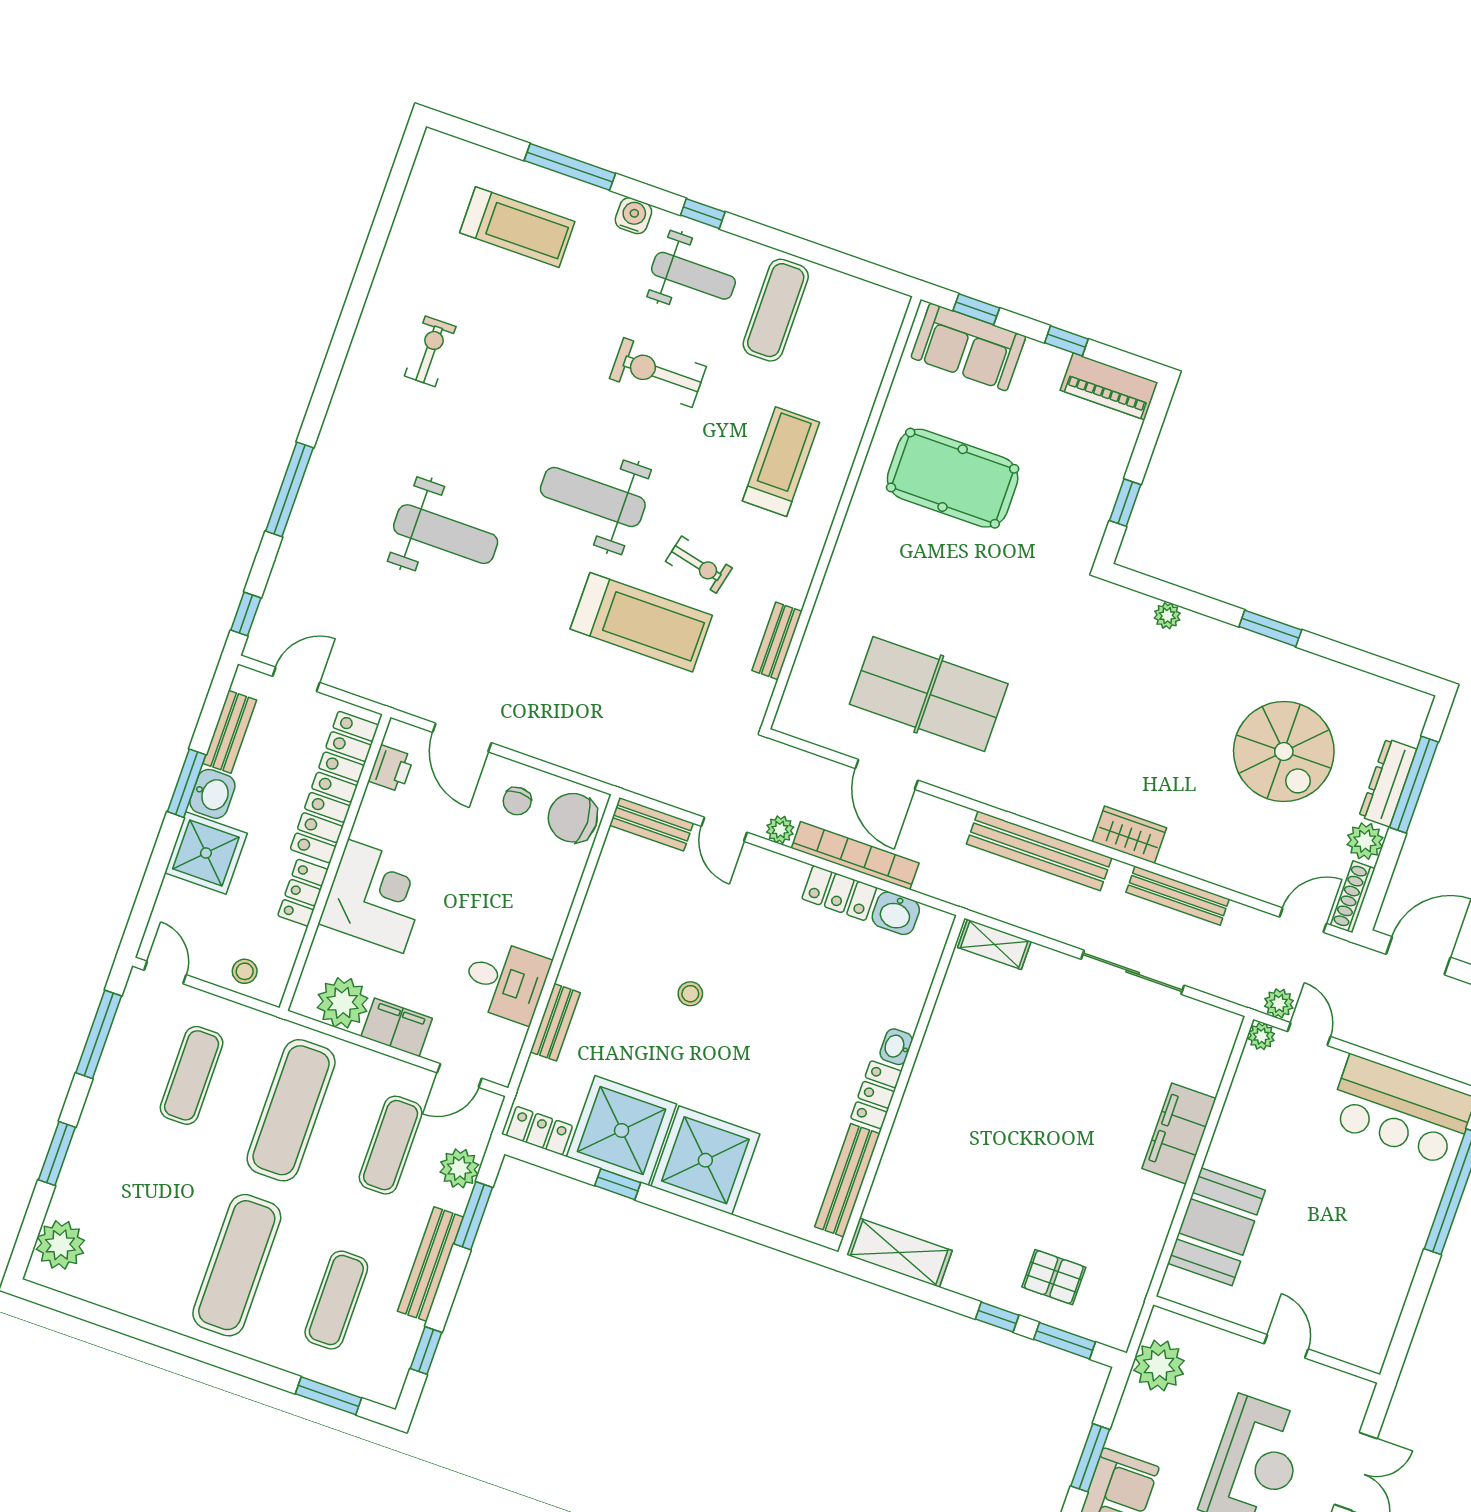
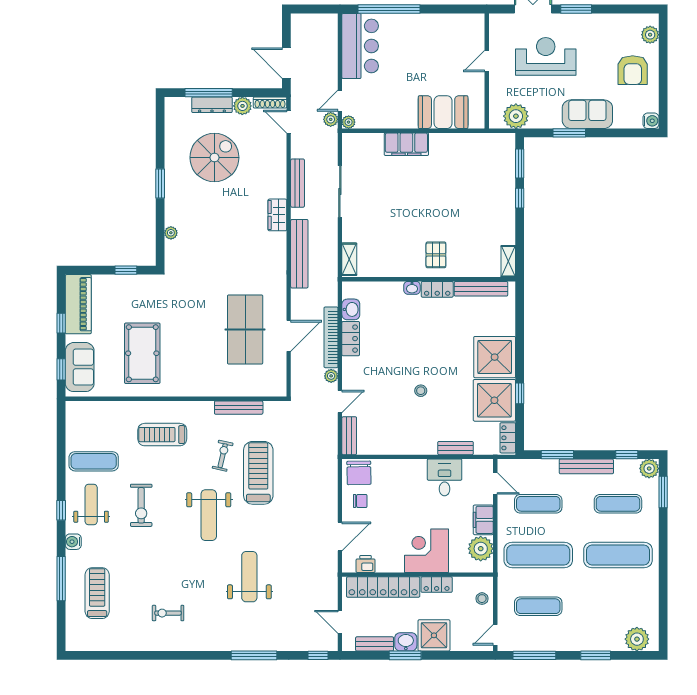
piano: (1109, 386) -> (78, 304), width x1.37, depth x1.33
bench: (777, 641) -> (239, 408), width x1.36
plant: (459, 1168) -> (649, 469), moved
shelving: (899, 1253) -> (508, 261), width x0.67, depth x0.75
pallet: (1054, 1277) -> (436, 255), moved

